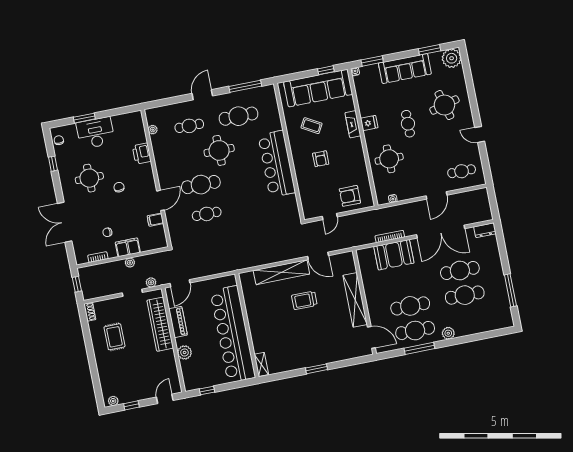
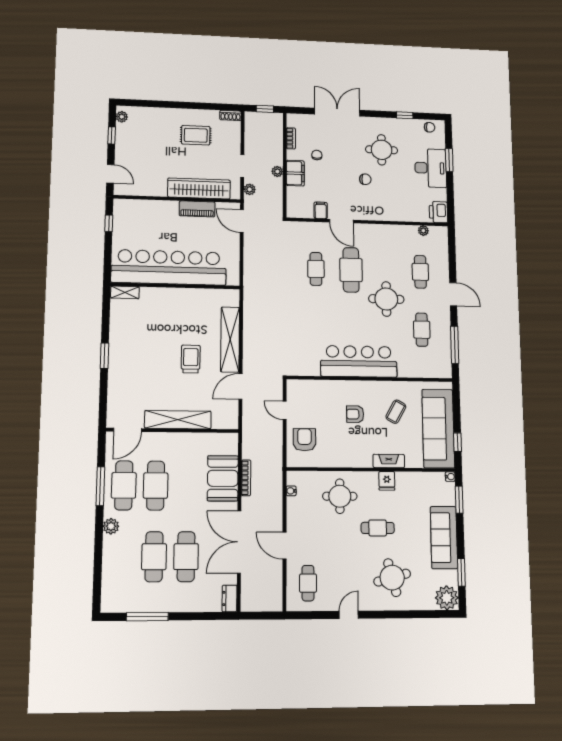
cafe table: (239, 116) -> (422, 330), width x0.73, depth x0.74
printer: (142, 154) -> (438, 212), moved, turned -90
plant: (185, 352) -> (160, 208), removed

